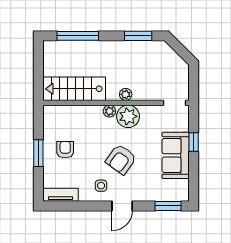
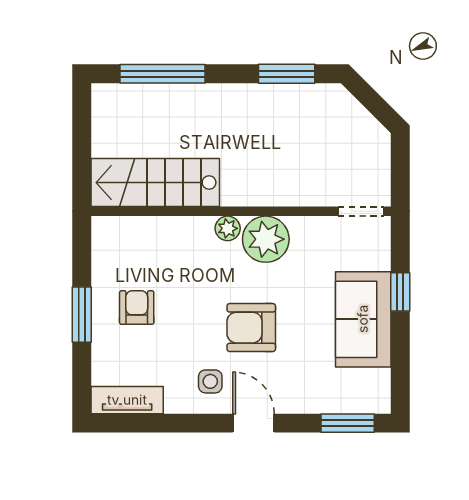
plant: (126, 94) -> (261, 194), removed
armchair: (121, 159) -> (251, 328), turned 54
door: (122, 206) -> (254, 423), swing flipped

